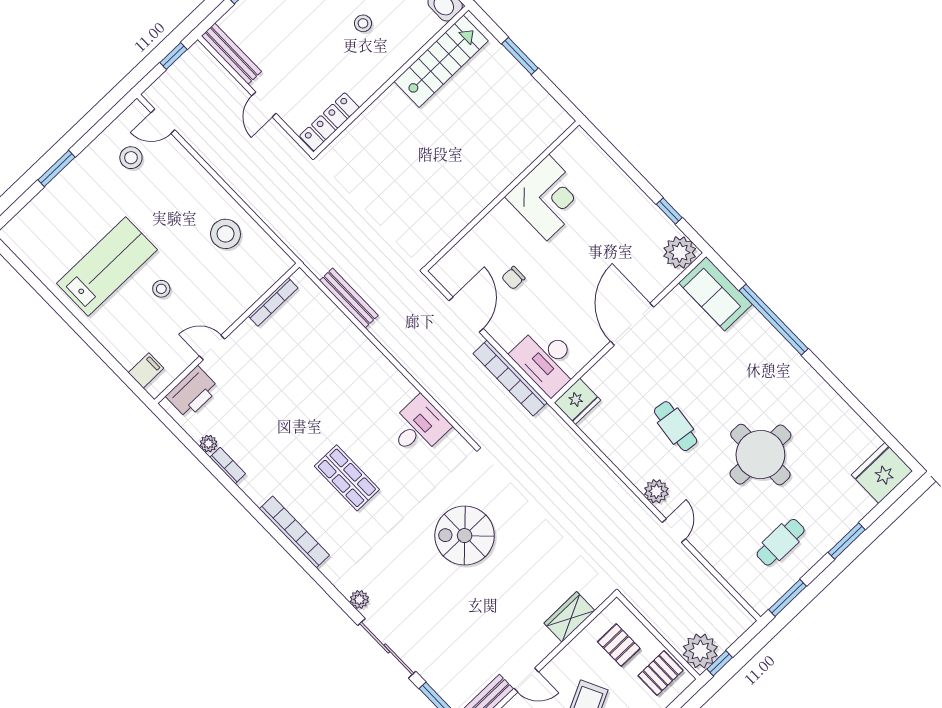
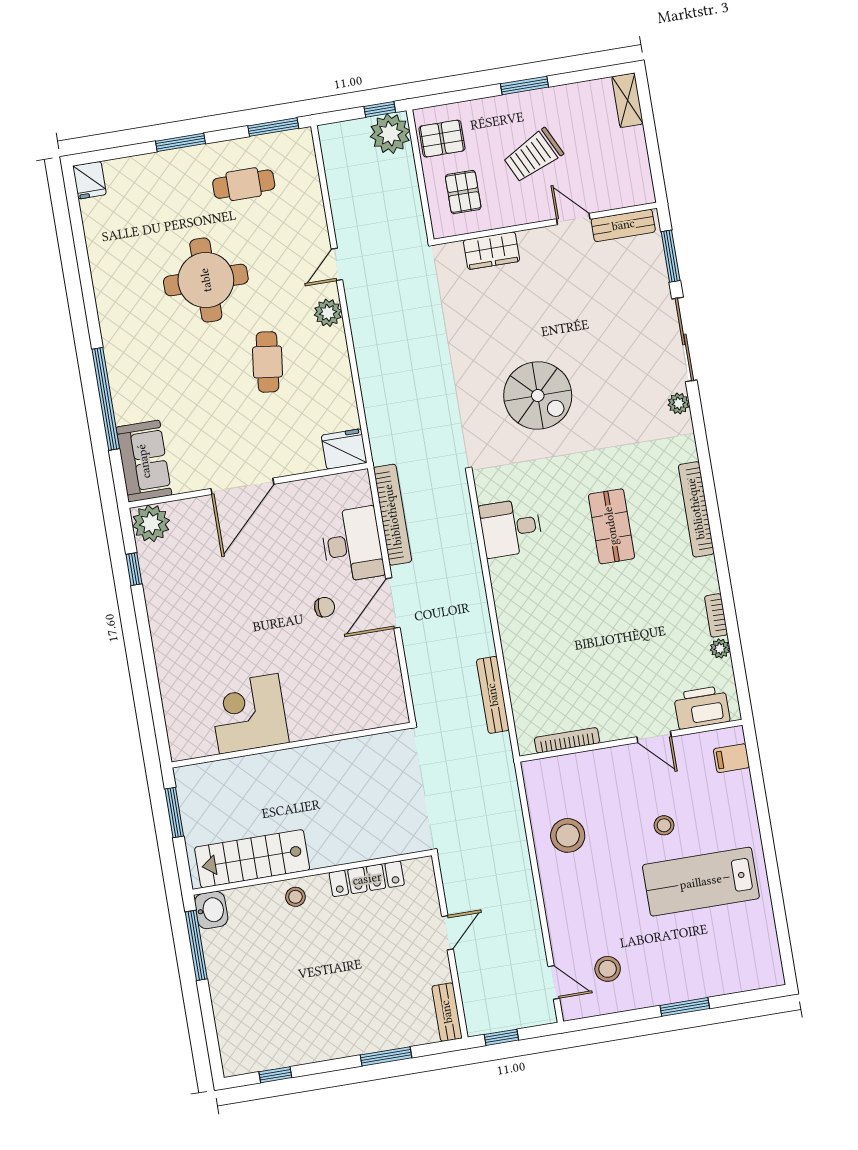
stool: (363, 23) -> (295, 897), moved
bench: (231, 54) -> (447, 1012), width x0.73
locker: (329, 122) -> (367, 879), moved
wall: (502, 196) -> (291, 745), moved
corner desk: (548, 198) -> (249, 714), moved
desk: (547, 360) -> (352, 545), moved
fridge: (882, 473) -> (90, 180), width x0.53, depth x0.75

